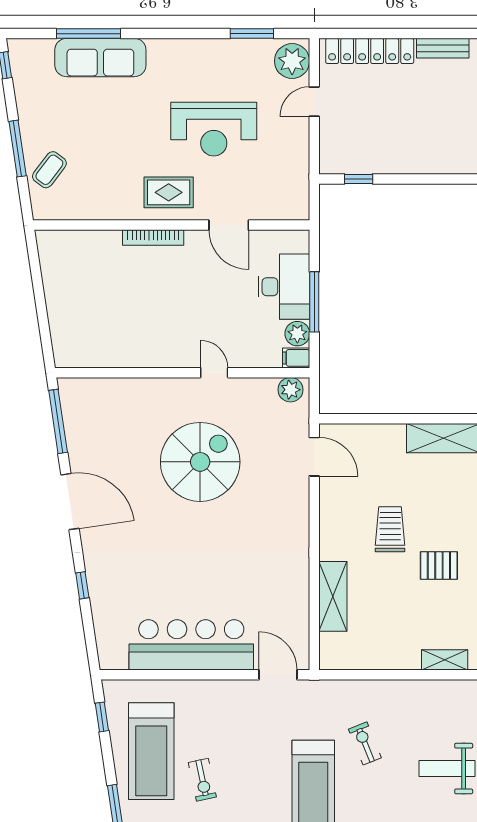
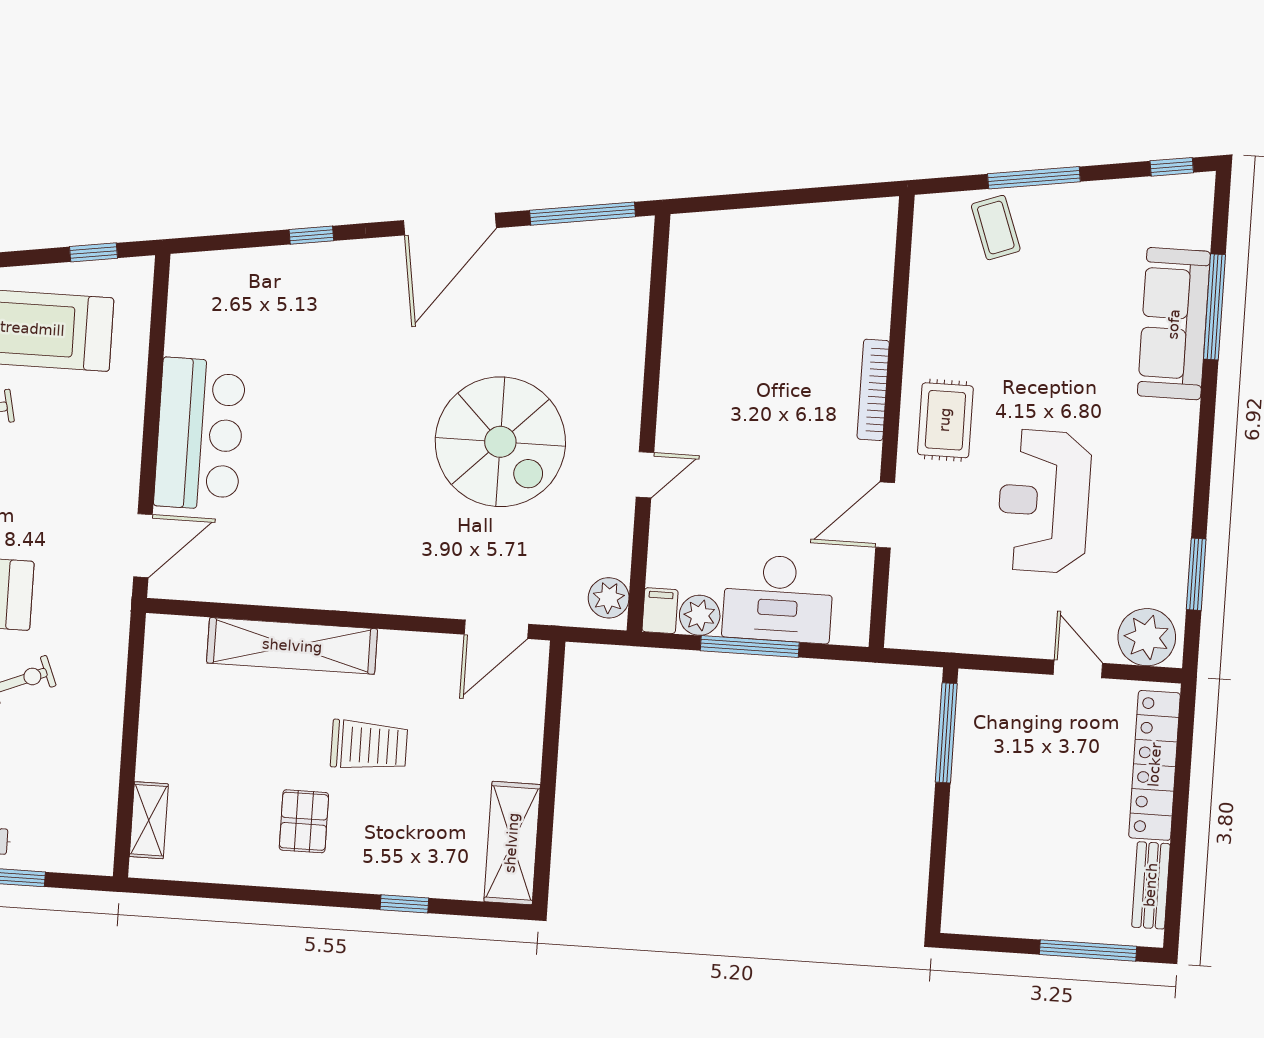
coffee table: (49, 170) -> (996, 228), turned 33
window: (359, 179) -> (946, 733), width x2.17
shelving: (333, 596) -> (292, 646), width x1.47
bar counter: (191, 645) -> (200, 434), width x0.73

